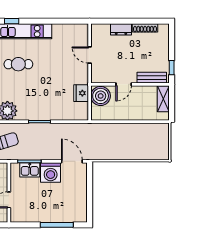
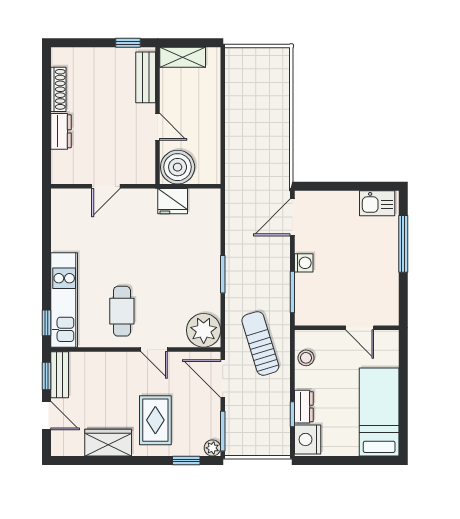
kitchen sink: (30, 170) -> (377, 203), moved, turned 90
washing machine: (51, 173) -> (304, 263), width x0.53, depth x0.53

